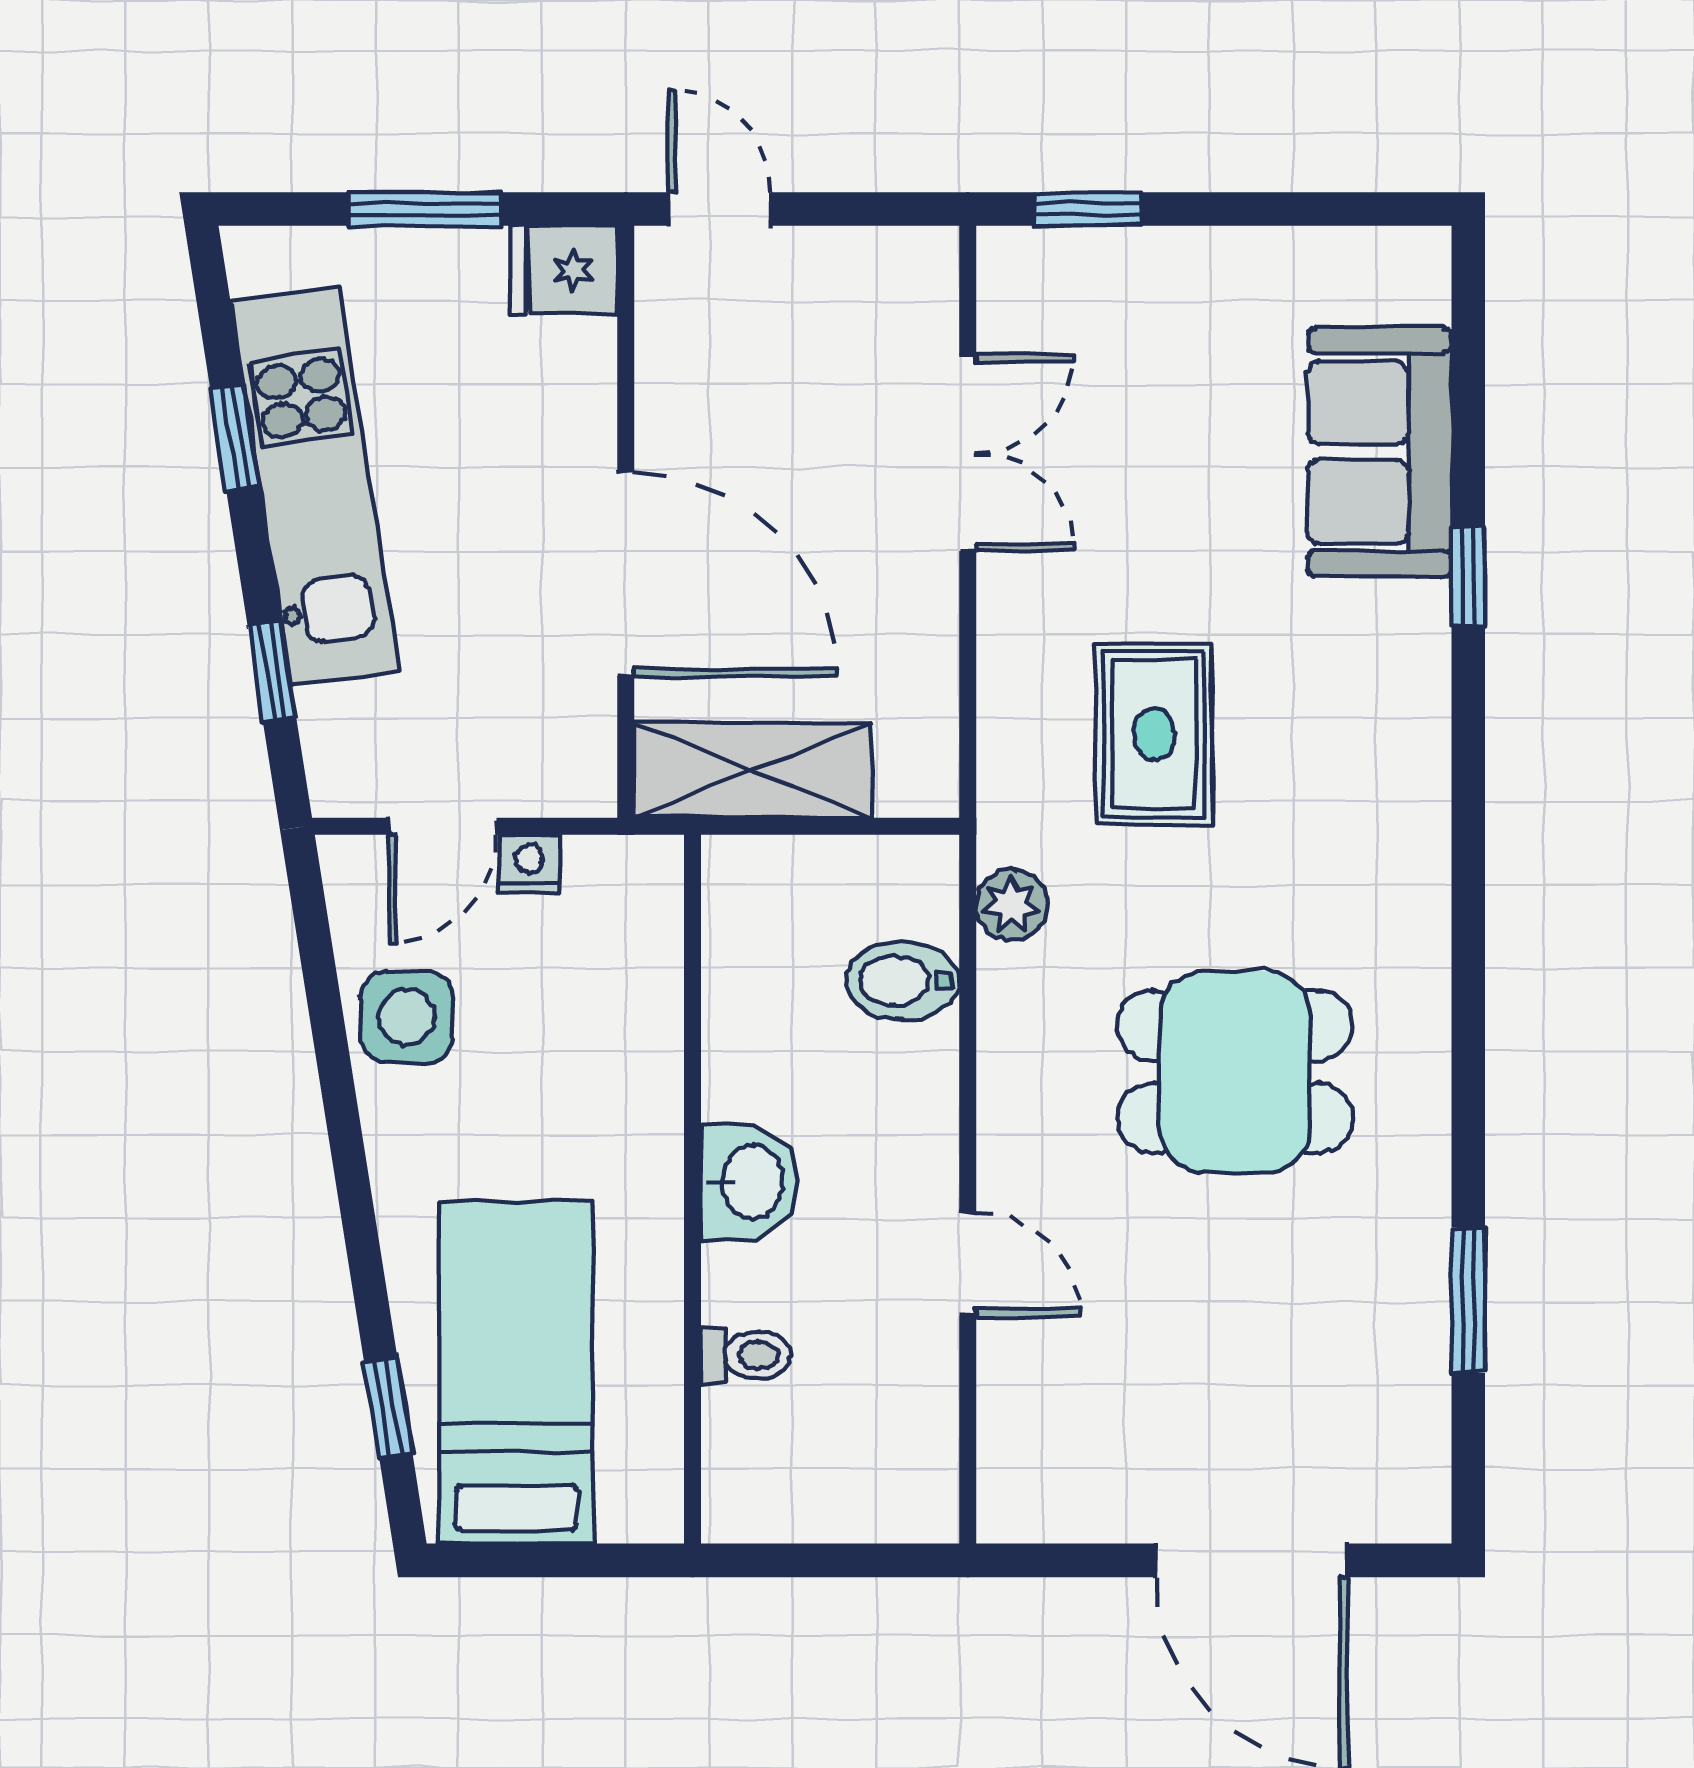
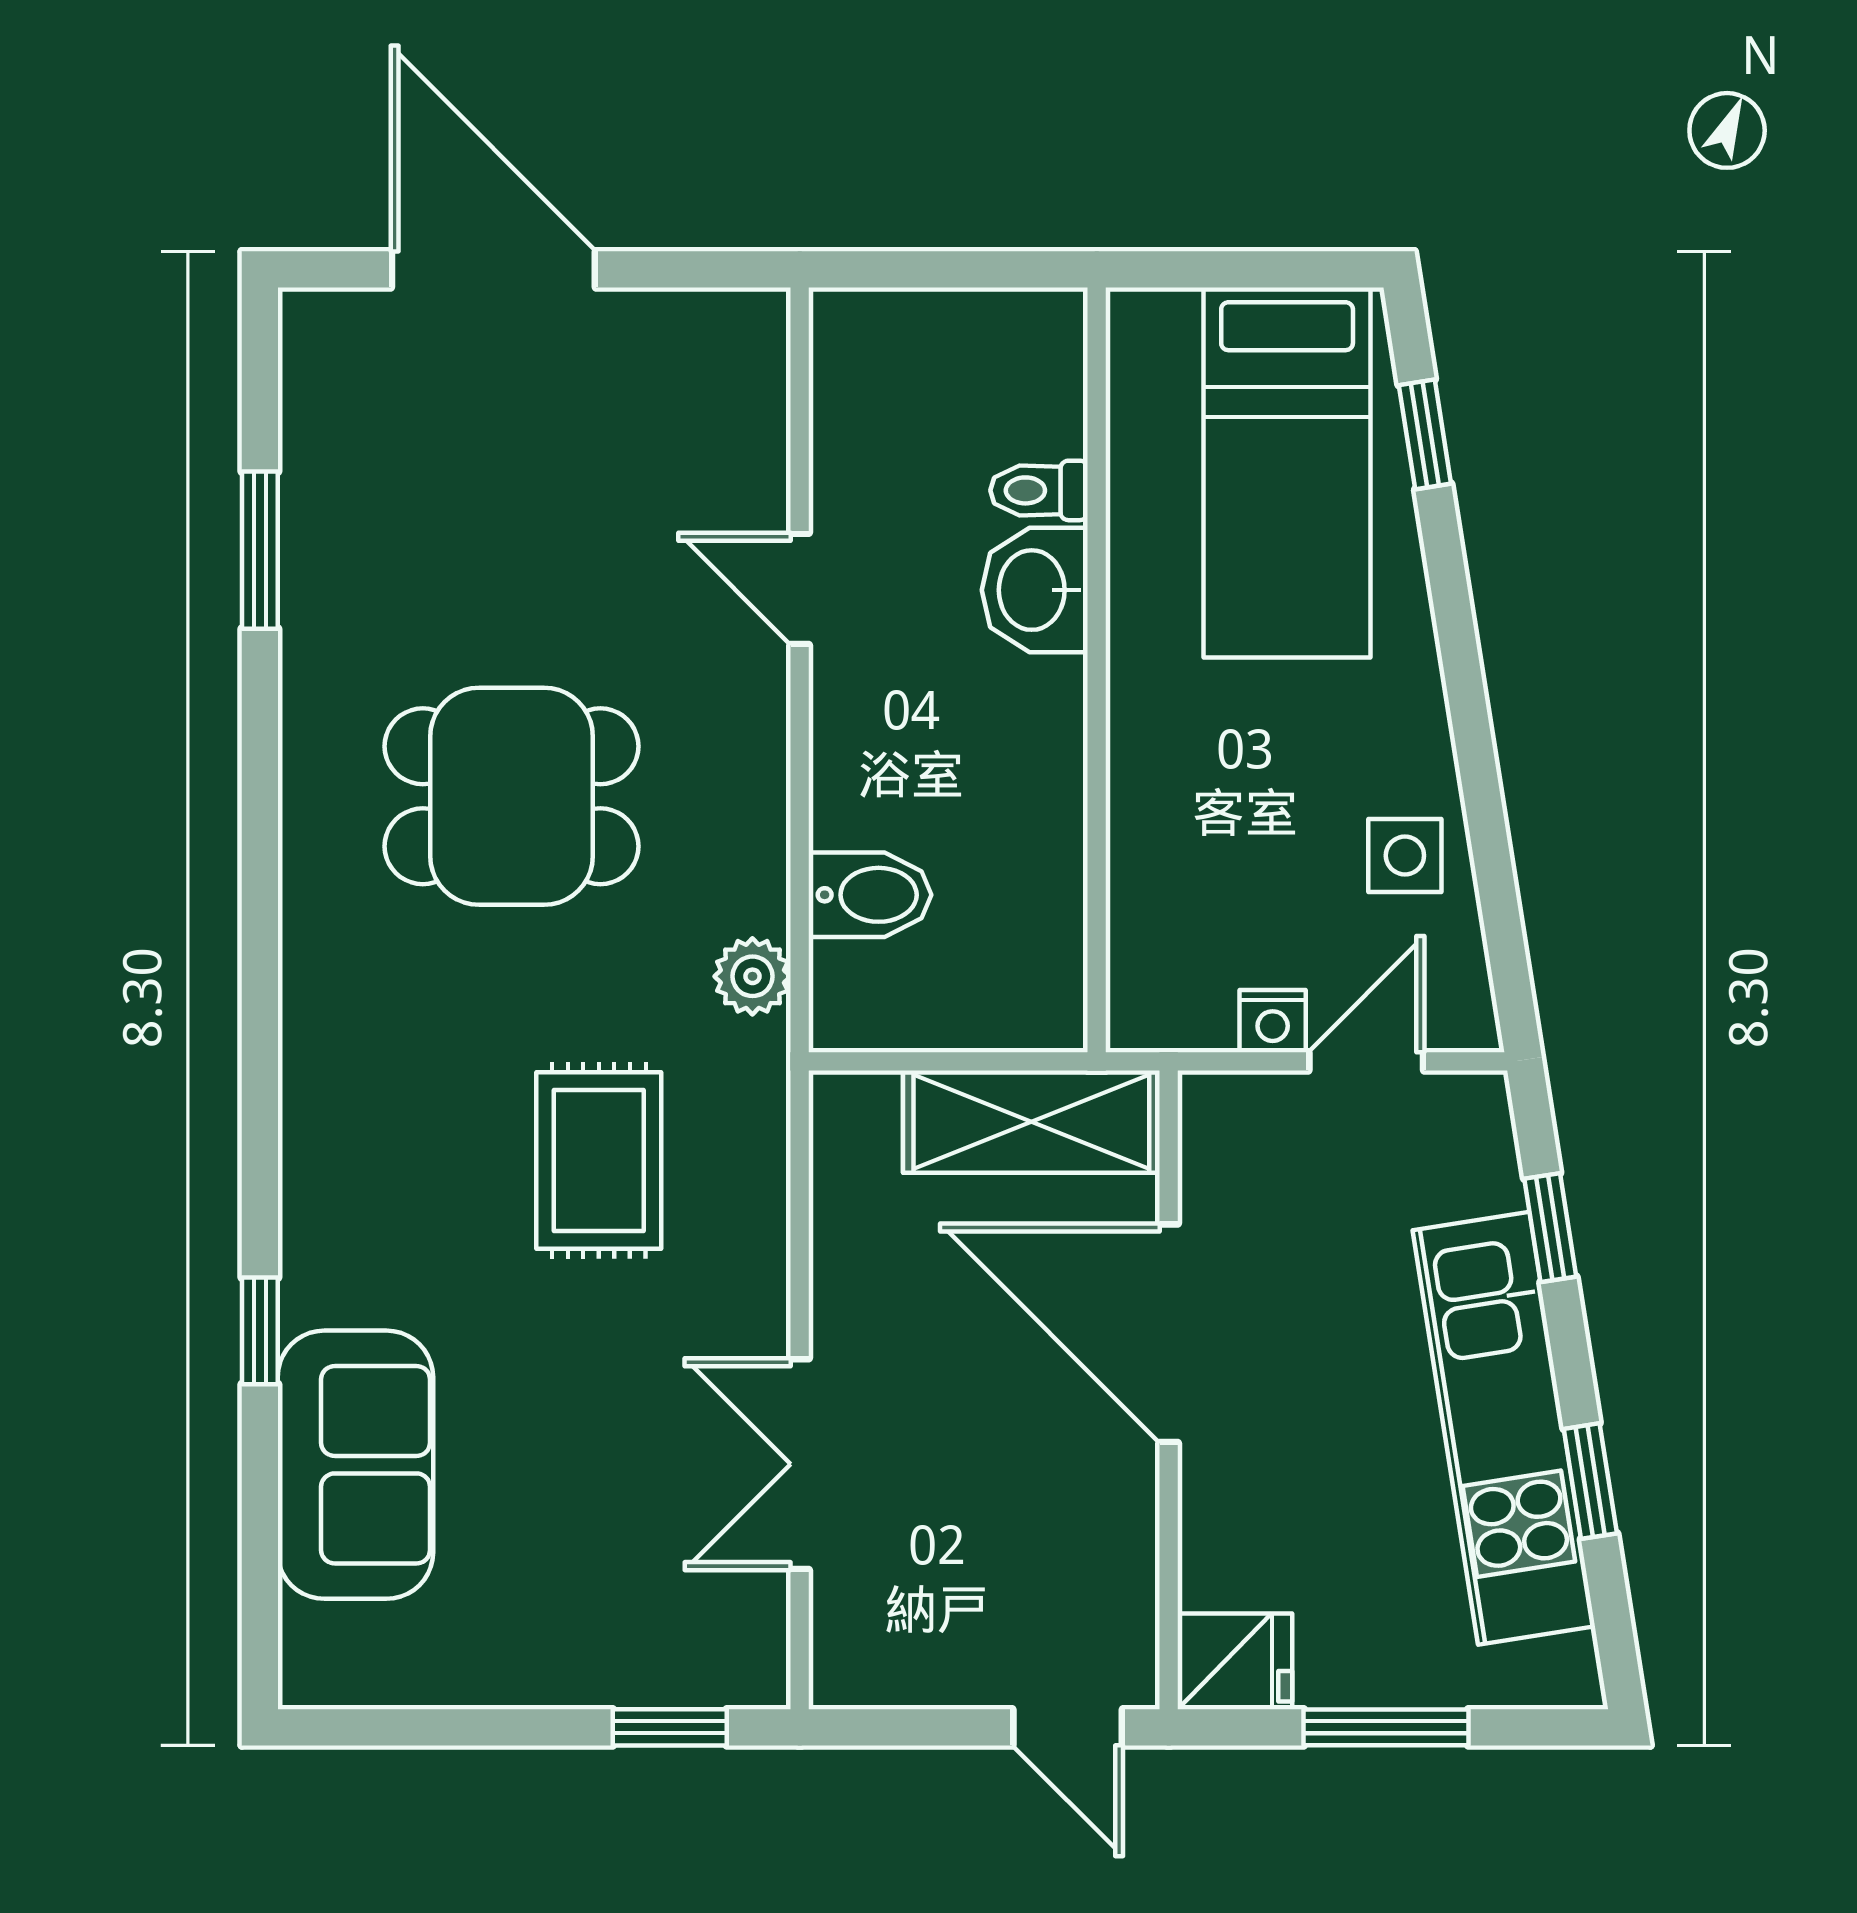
side table: (407, 1017) -> (1405, 856), width x0.73, depth x0.73
washbasin: (750, 1182) -> (1035, 590), moved

